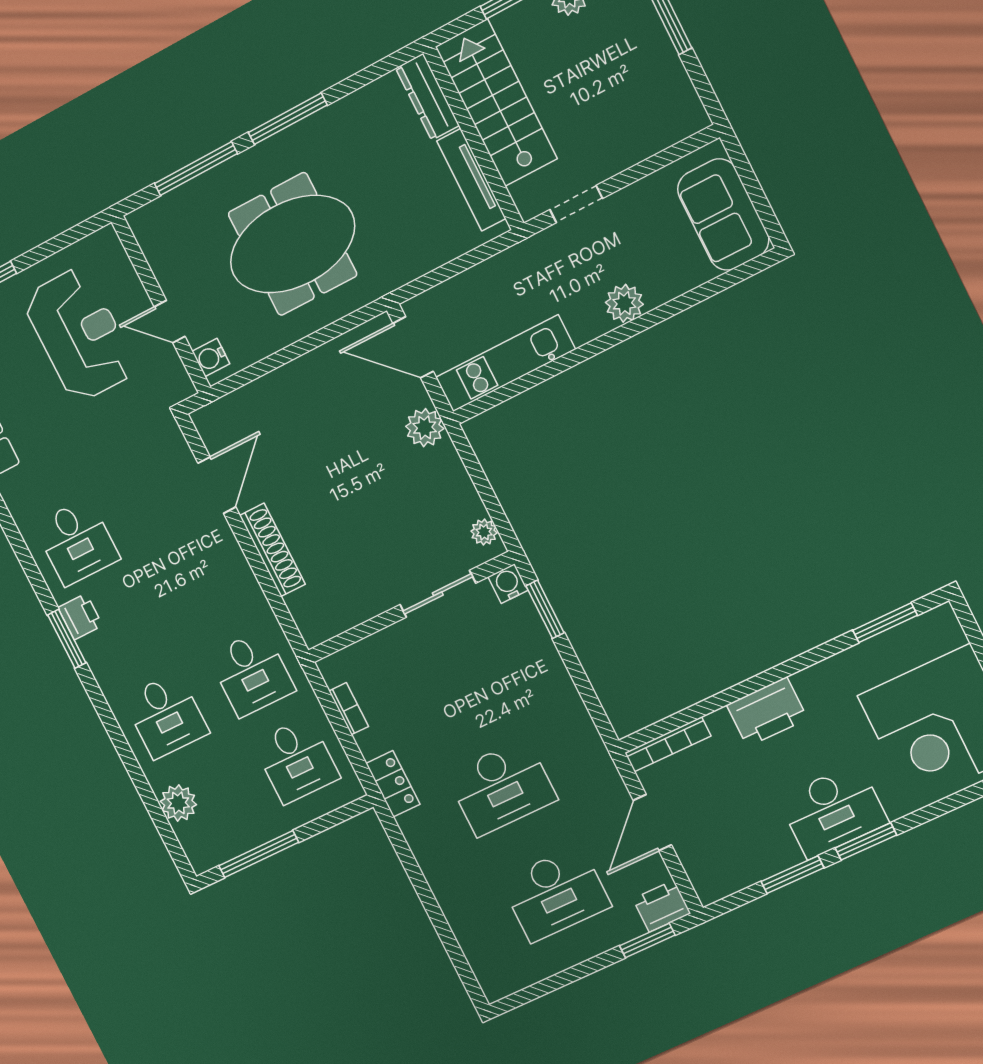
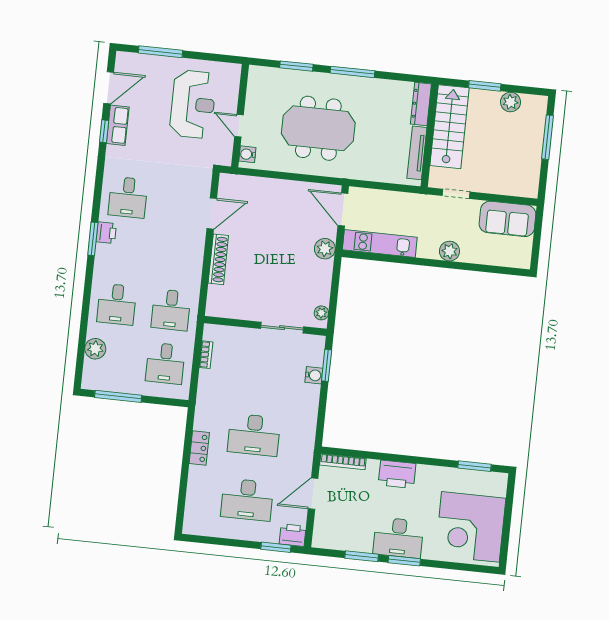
window: (196, 169) -> (296, 66), width x0.69
sofa: (723, 215) -> (507, 219), moved, turned -90
water cooler: (508, 584) -> (314, 375), moved, turned 90
locker: (393, 784) -> (199, 448), moved

